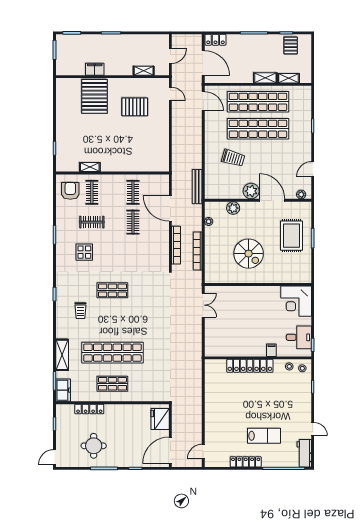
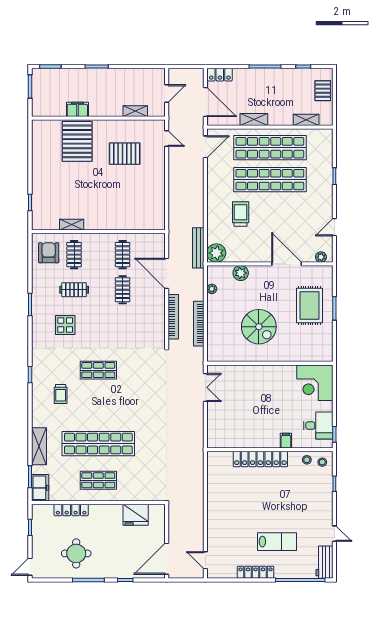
pallet: (291, 45) -> (323, 91), moved
shelving: (265, 78) -> (254, 119), moved
door: (203, 101) -> (205, 147), hinge flipped
trolley: (233, 158) -> (241, 214), turned -106
plant: (251, 191) -> (216, 253), moved
fridge: (160, 419) -> (136, 515), moved, turned -90
door: (203, 452) -> (205, 560), hinge flipped

